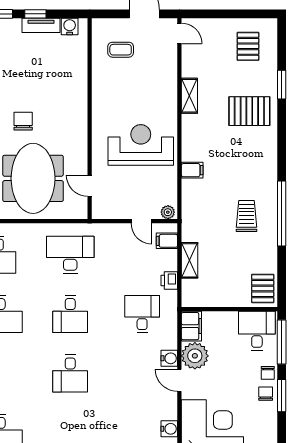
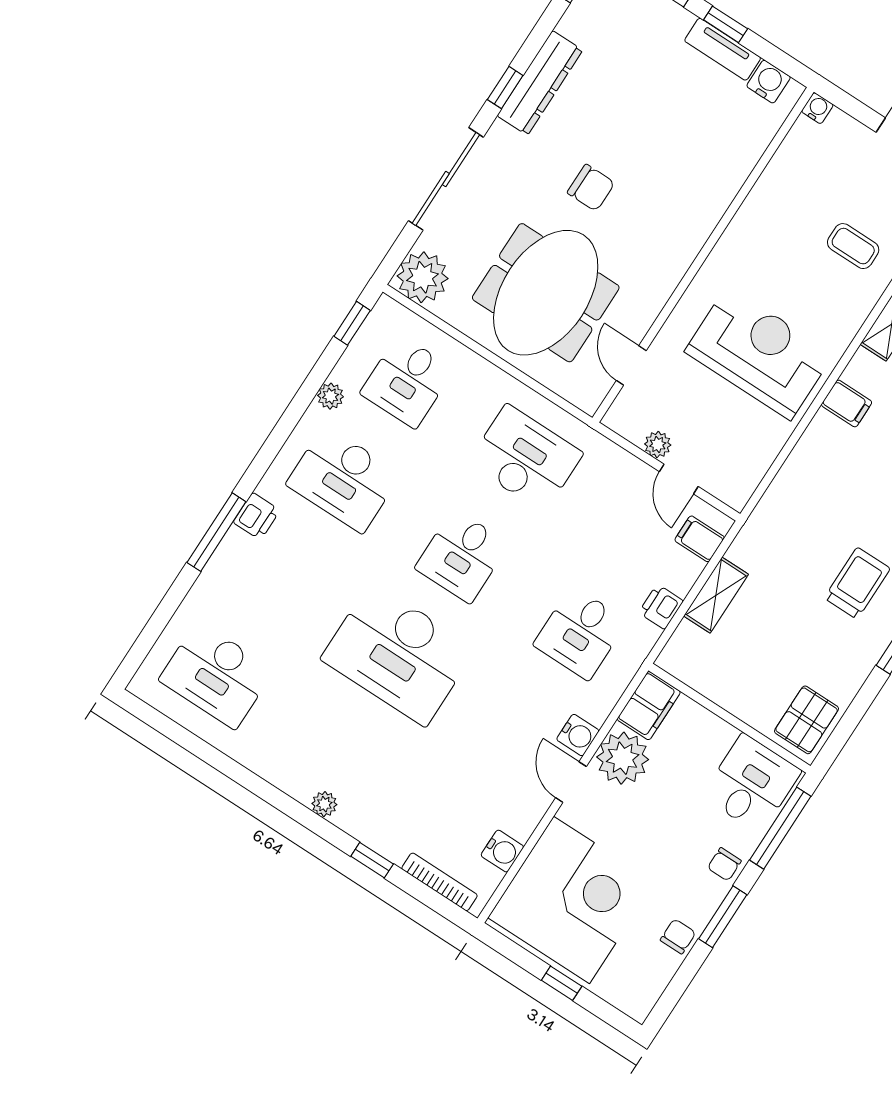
water cooler: (98, 24) -> (817, 108), added
coffee table: (121, 50) -> (853, 246), moved
chair: (23, 121) -> (591, 188), turned 90
filing cabinet: (192, 170) -> (847, 403), moved
plant: (168, 212) -> (658, 445), moved
desk: (142, 314) -> (580, 633), turned 180
desk: (70, 374) -> (398, 654), width x1.87, depth x1.30
chair: (266, 394) -> (678, 936), moved

